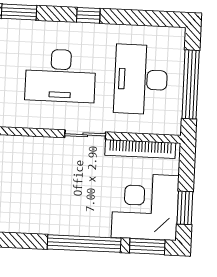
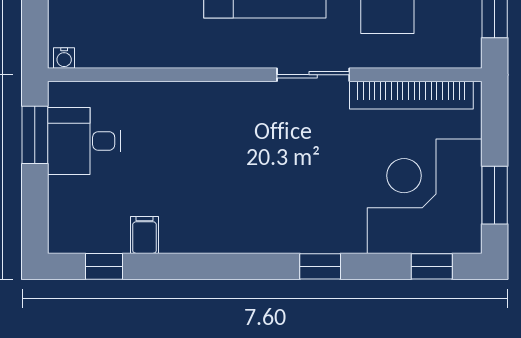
window: (84, 244) -> (320, 266), width x0.32
window: (147, 247) -> (432, 266), width x0.67

